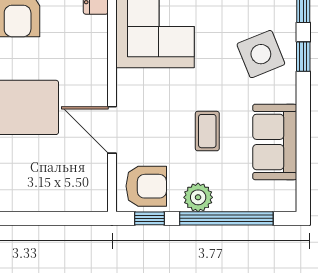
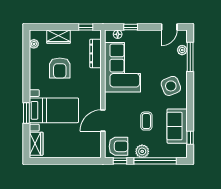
window: (303, 57) -> (190, 138), moved
door: (112, 130) -> (103, 121), hinge flipped

